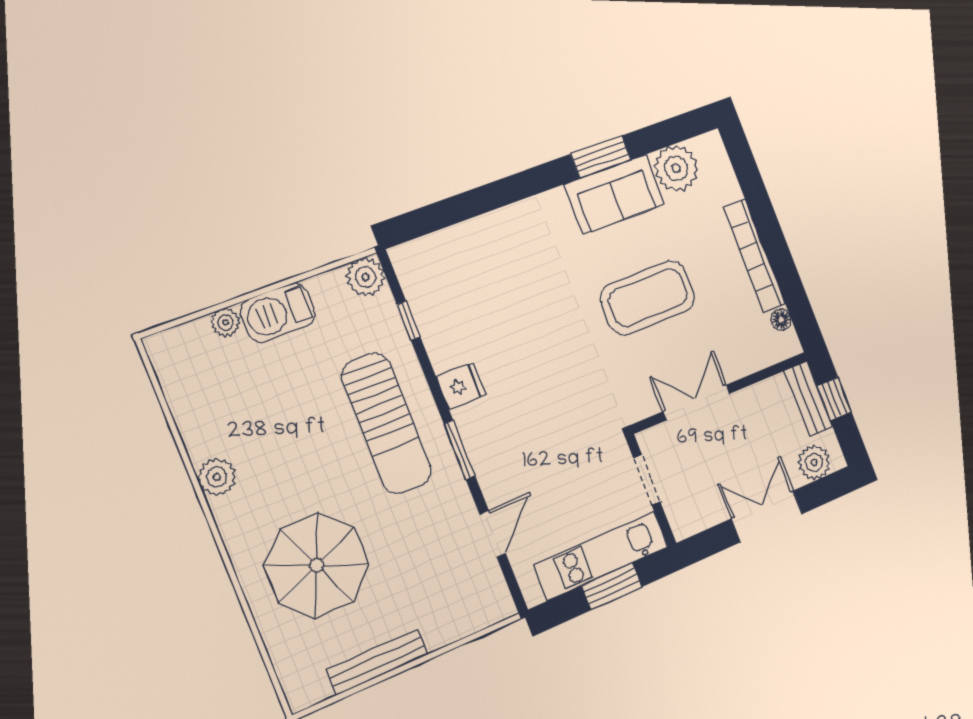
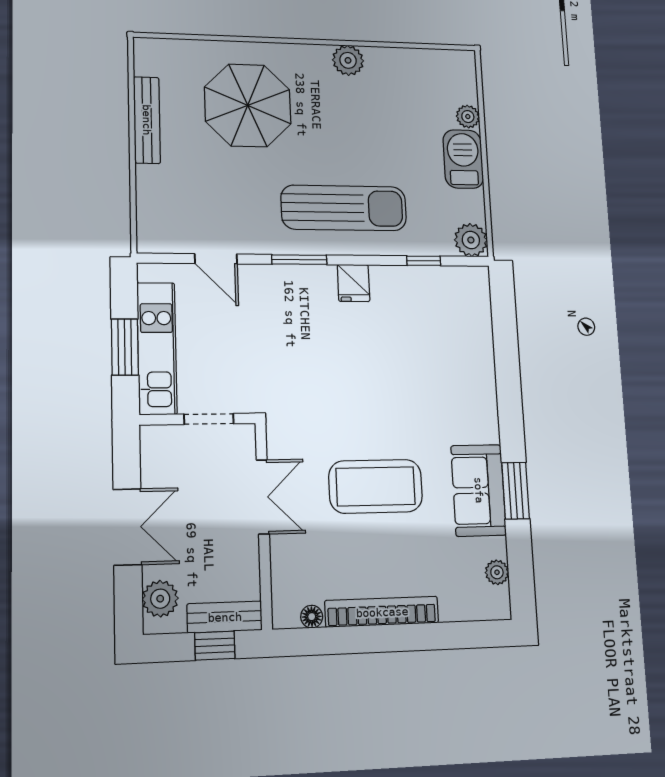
plant: (676, 168) -> (497, 572), width x0.53, depth x0.53
coffee table: (648, 298) -> (376, 486), turned 90
sun lounger: (386, 423) -> (344, 208), turned 180

